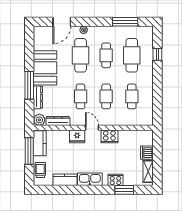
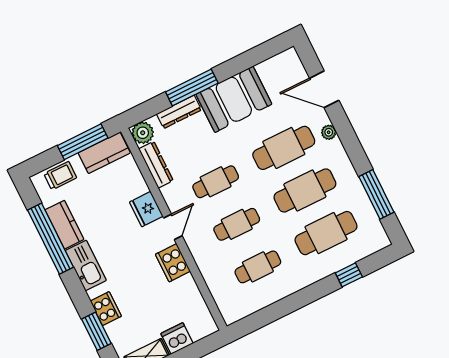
cafe table: (106, 55) -> (305, 190), width x1.37, depth x1.35
window: (68, 190) -> (50, 239), added

